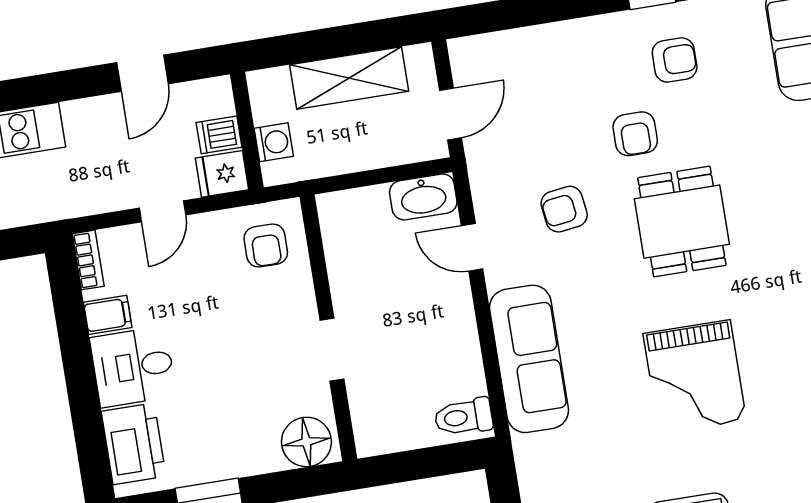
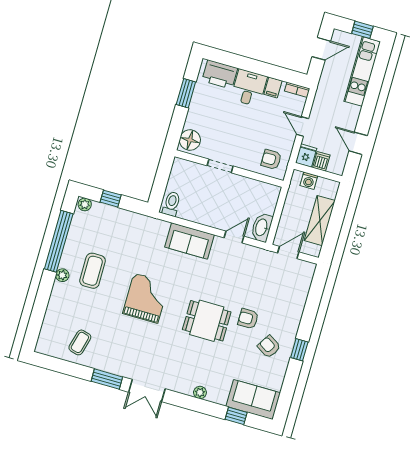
armchair: (675, 60) -> (269, 347), turned 122
door: (450, 114) -> (288, 252), swing flipped
armchair: (564, 209) -> (232, 279), removed
sofa: (529, 359) -> (190, 241), width x0.73
grand piano: (695, 377) -> (146, 298), turned 90

